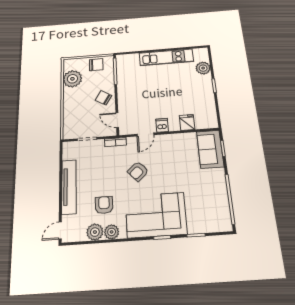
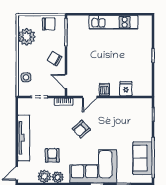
plant: (203, 68) -> (146, 37), removed
side table: (72, 119) -> (26, 77), added
sofa: (210, 149) -> (143, 158), moved

